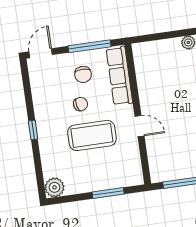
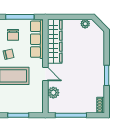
wardrobe: (146, 75) -> (55, 41), added
plant: (155, 152) -> (53, 93), added

